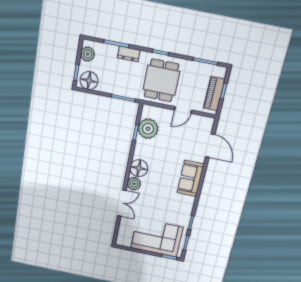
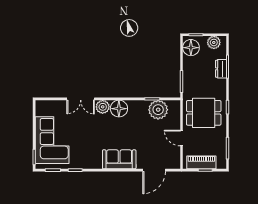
dresser: (129, 54) -> (221, 69), moved

